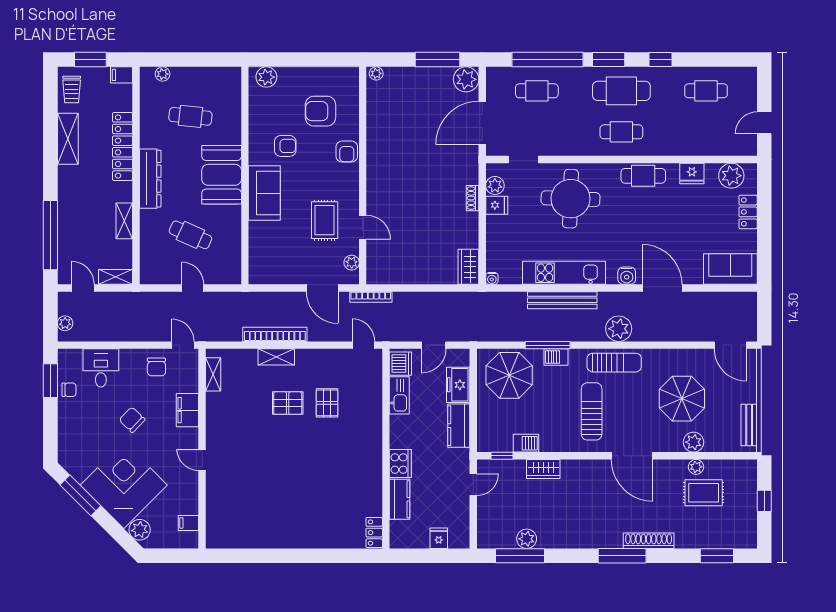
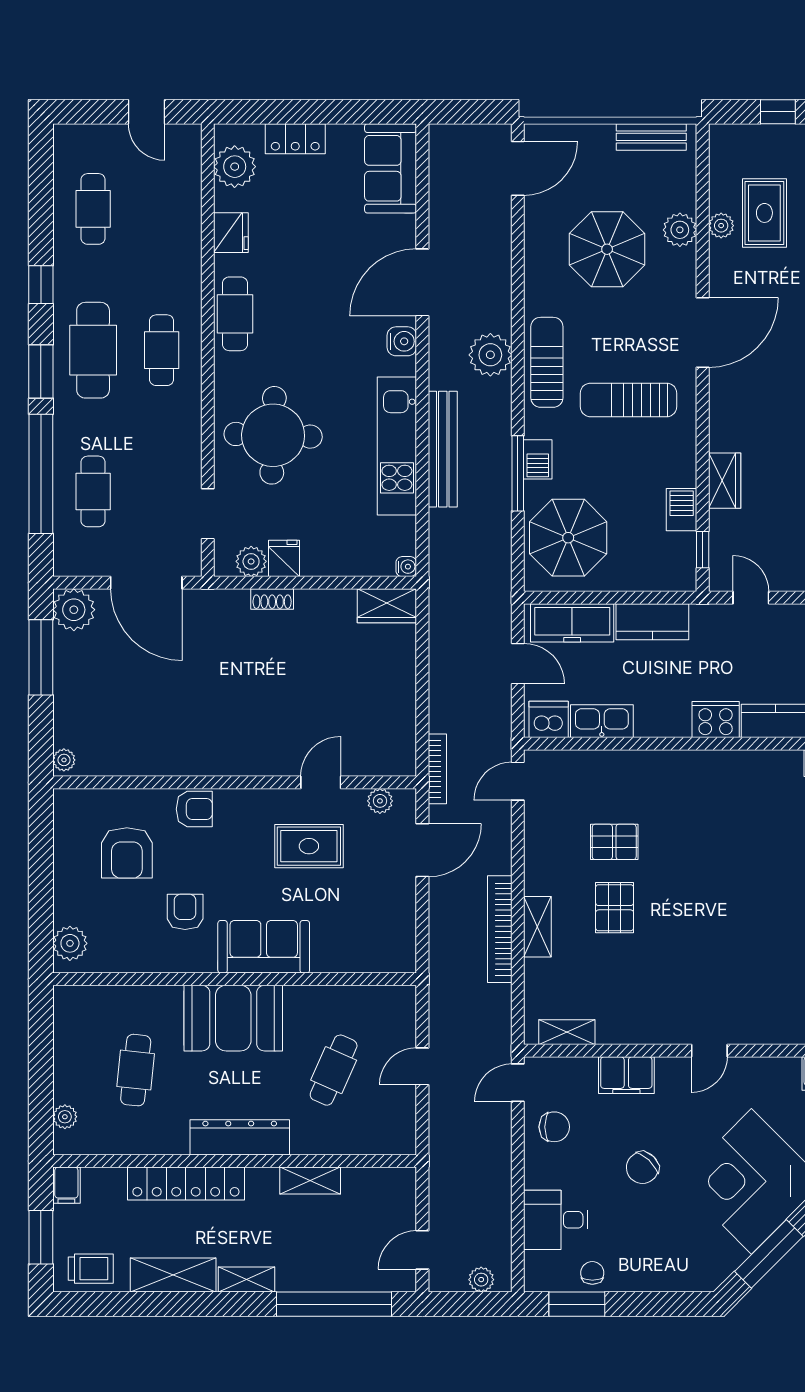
shelving: (116, 277) -> (246, 1279), moved, turned 90
freezer: (458, 385) -> (572, 623), width x1.40

